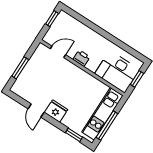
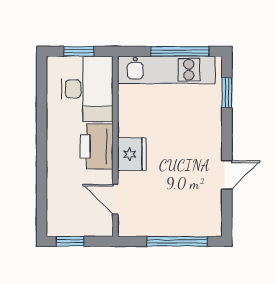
printer: (81, 58) -> (97, 146), width x1.87, depth x1.48
window: (20, 68) -> (177, 241), width x1.44
fridge: (56, 111) -> (132, 154), moved, turned 180

